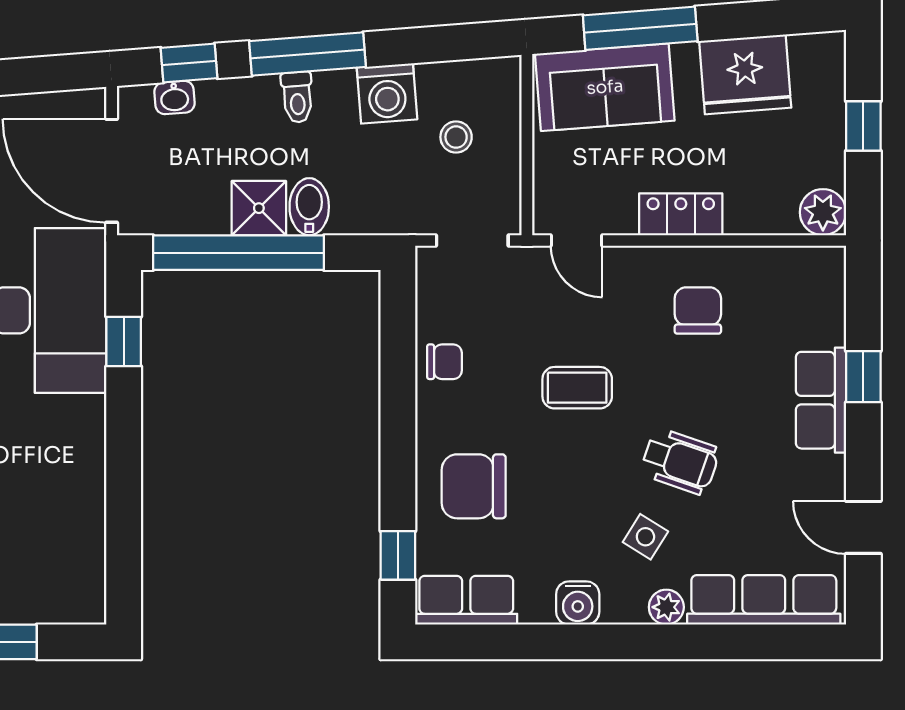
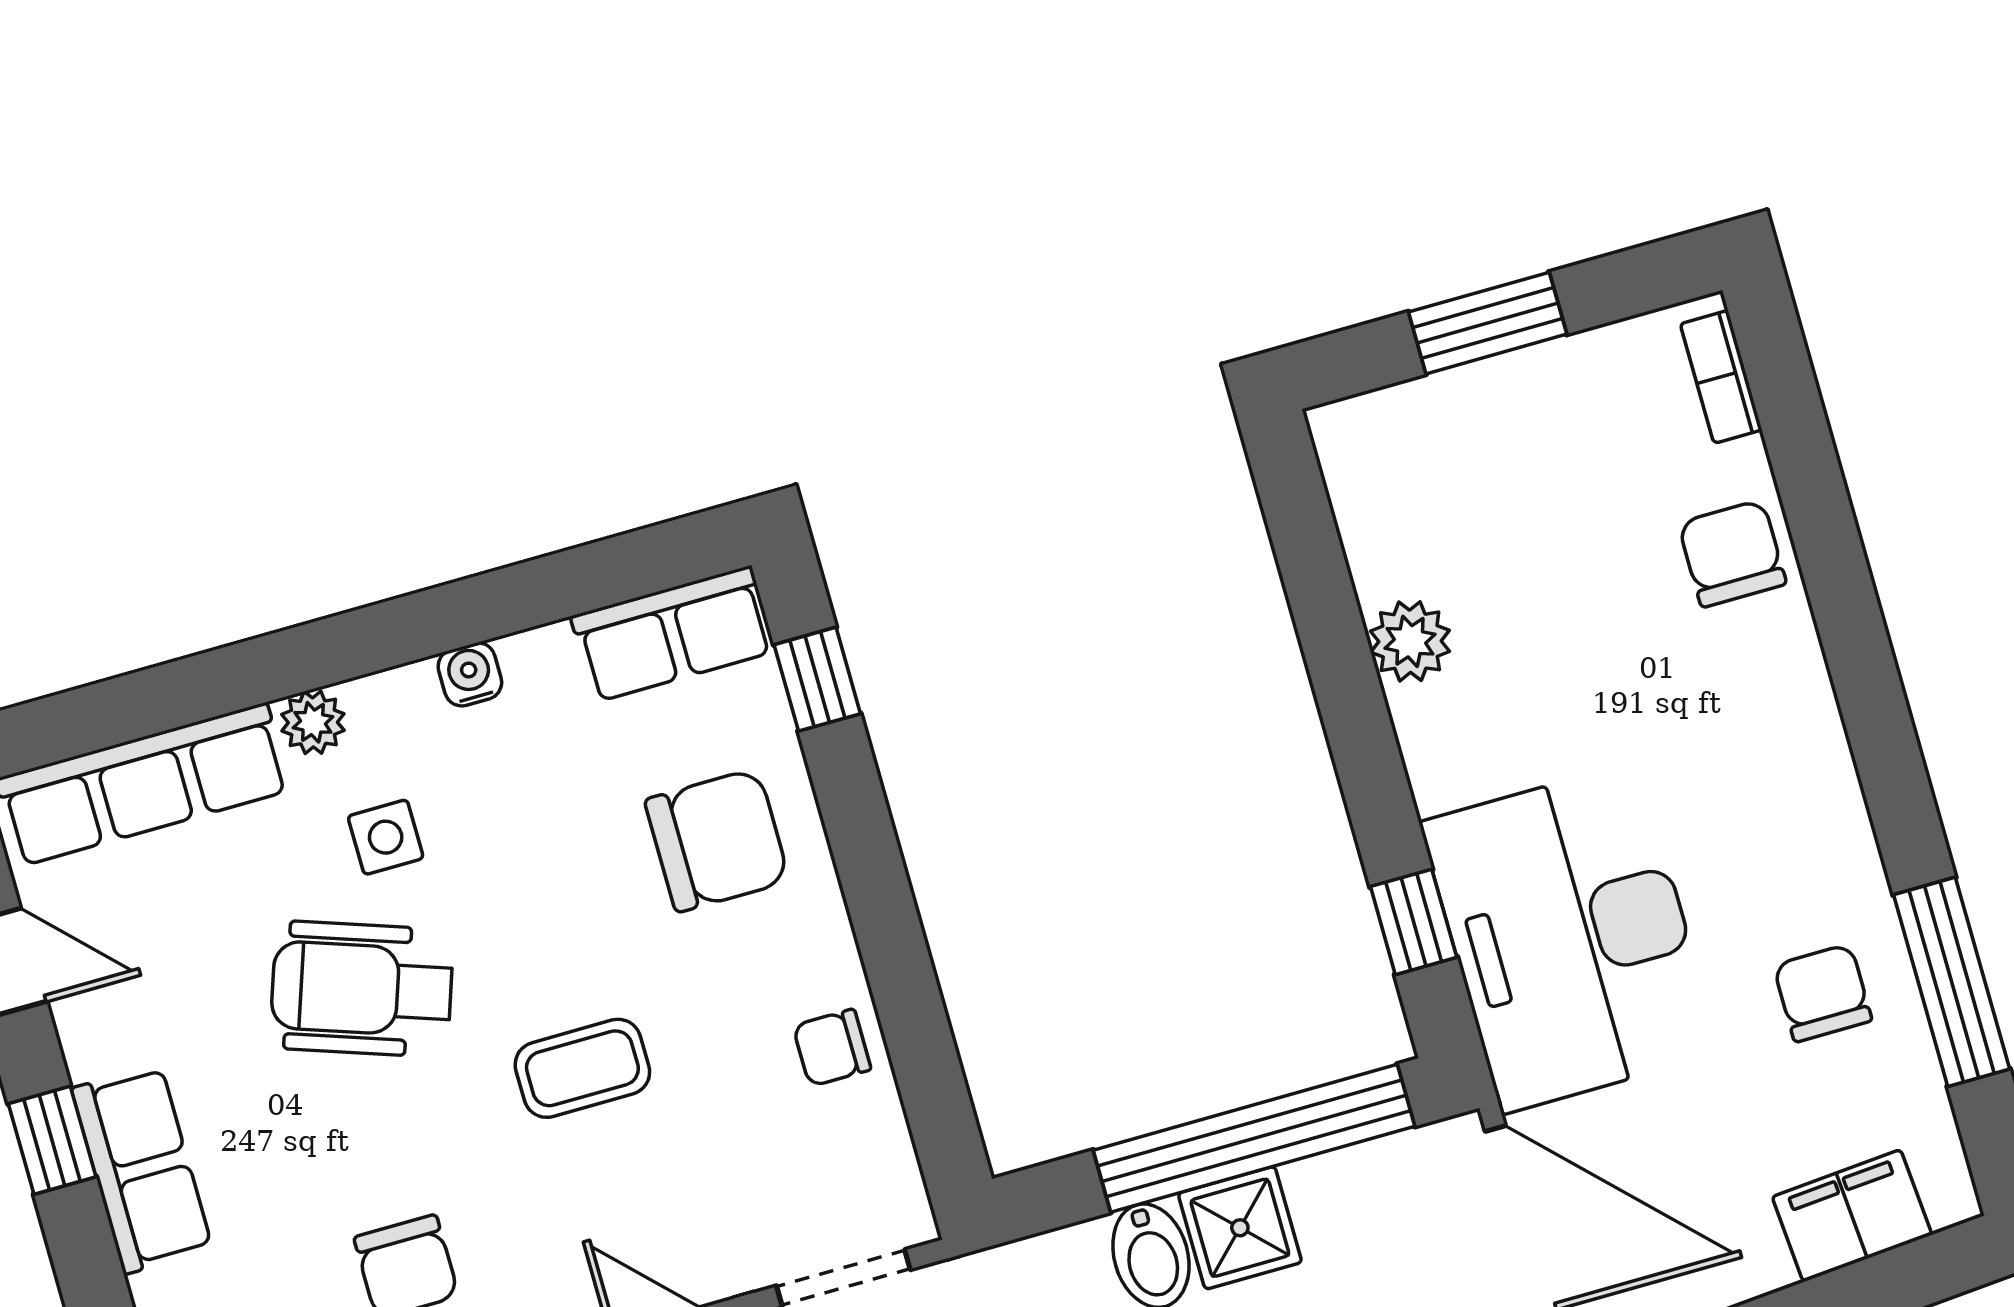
window: (863, 377) -> (52, 1140), moved
wheelchair: (680, 461) -> (362, 989), width x1.36, depth x1.37
plant: (84, 488) -> (1410, 641), added
side table: (645, 537) -> (386, 837), turned -32
water cooler: (578, 603) -> (470, 674), width x0.72, depth x0.72

